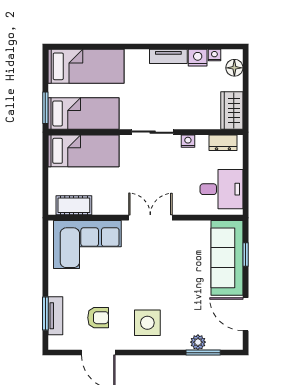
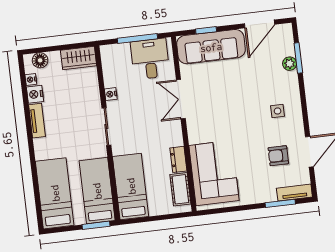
dresser: (223, 143) -> (178, 159), moved, turned 180
window: (246, 178) -> (137, 38), added
double door: (150, 218) -> (181, 99), moved
tv unit: (55, 316) -> (294, 193), moved
armchair: (98, 318) -> (278, 156), turned -90
side table: (147, 323) -> (278, 111), width x0.54, depth x0.54

